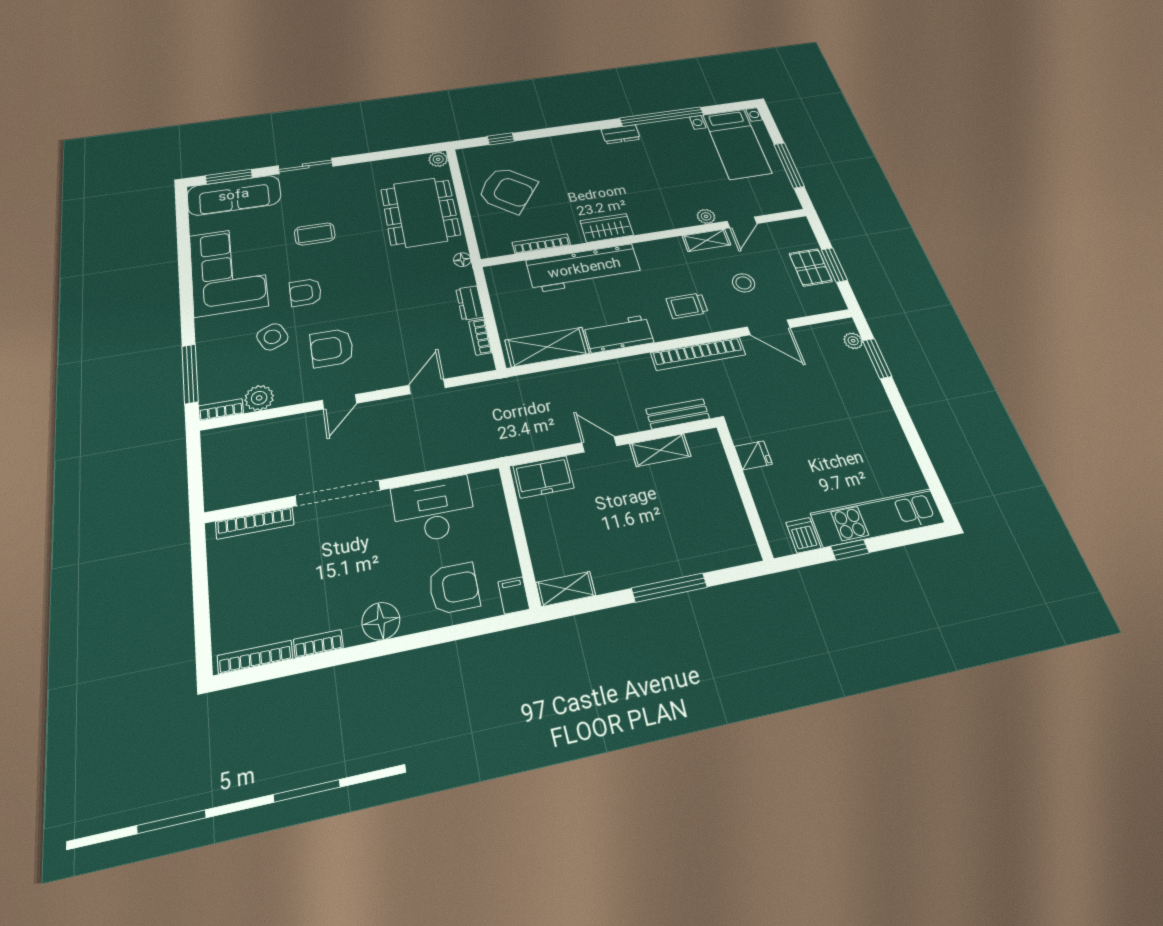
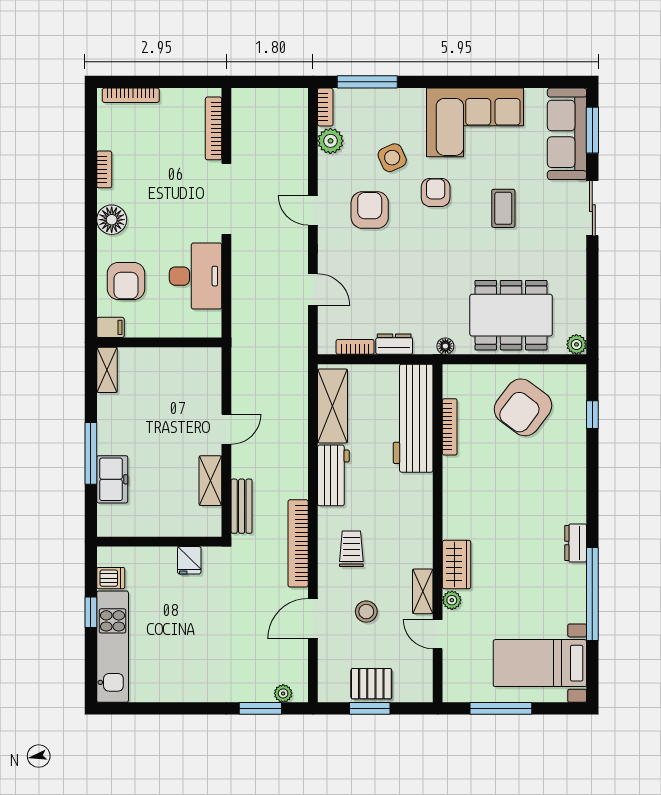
wardrobe: (607, 228) -> (457, 565), moved
workbench: (584, 268) -> (413, 418), moved
freezer: (543, 477) -> (112, 479), moved, turned 180
bookcase: (255, 657) -> (131, 95), moved, turned 90

